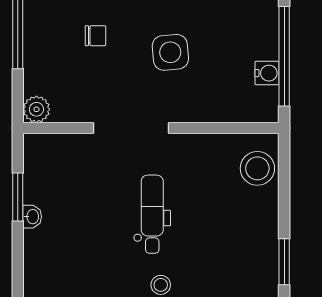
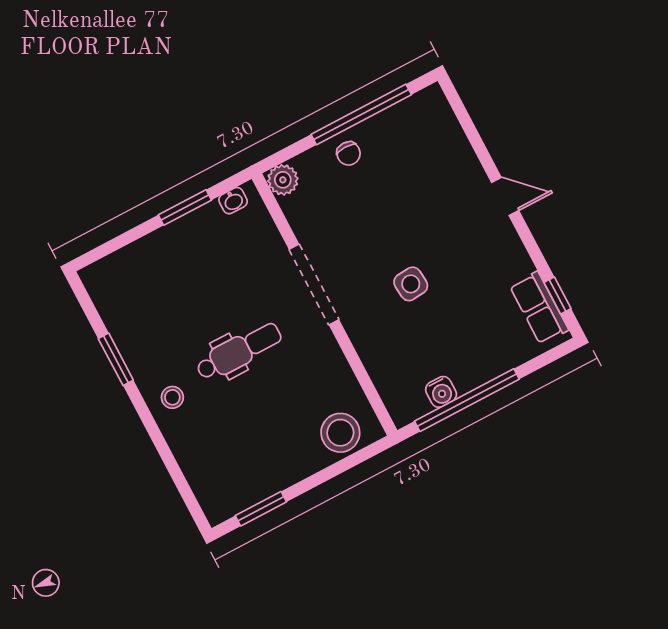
chair: (95, 36) -> (349, 154), moved
side table: (170, 52) -> (411, 284), width x0.73, depth x0.73
washbasin: (32, 217) -> (233, 201), moved

